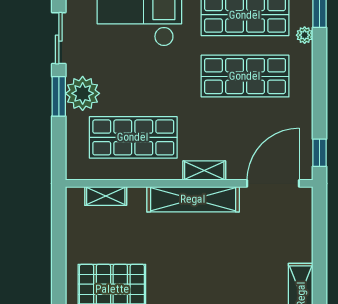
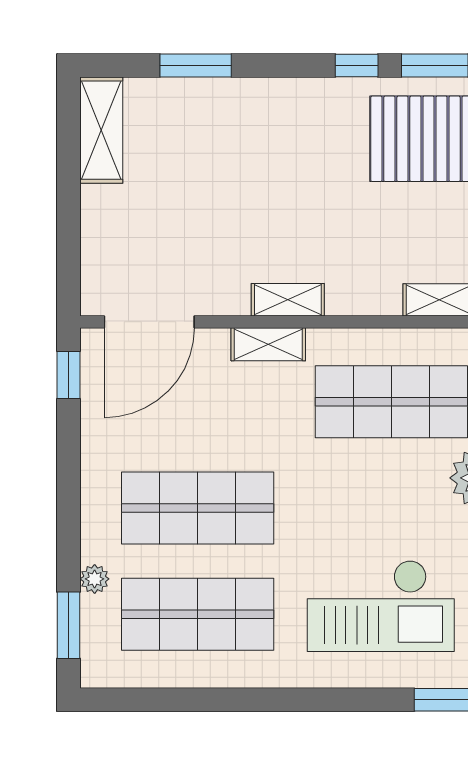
shelving: (193, 199) -> (288, 300), width x0.45, depth x0.75

